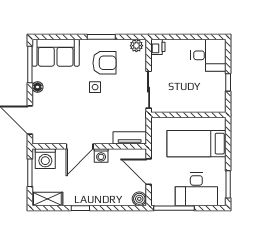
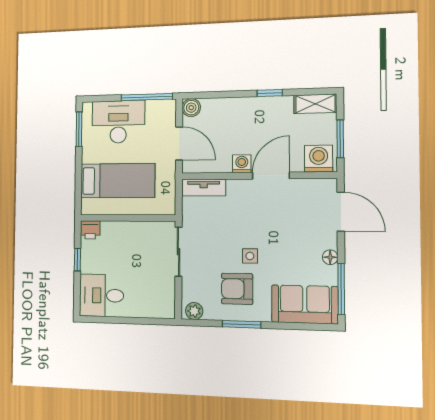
printer: (158, 47) -> (90, 230), moved, turned -90

